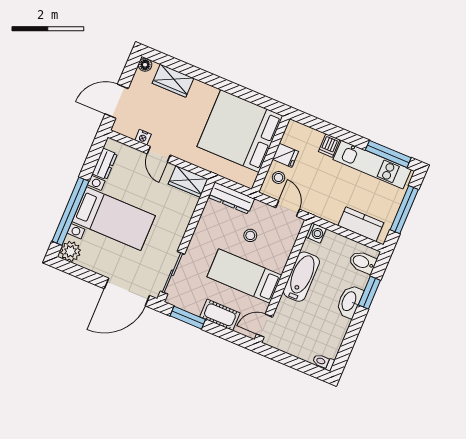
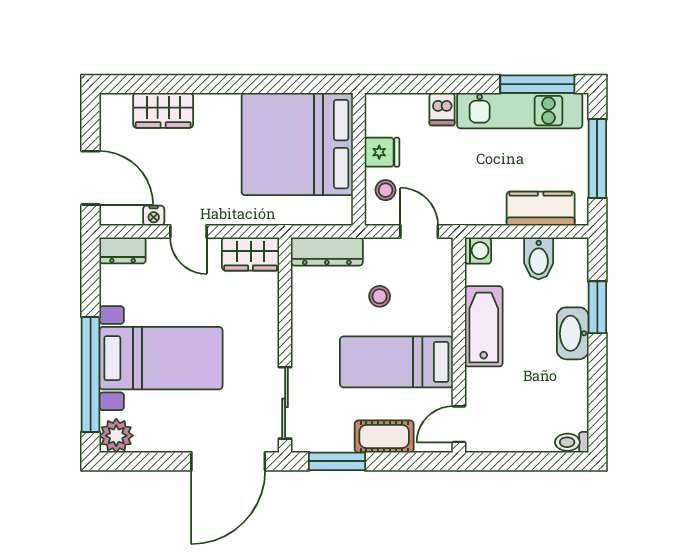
floor lamp: (145, 65) -> (110, 104), removed
door: (117, 101) -> (91, 178), swing flipped
dresser: (105, 164) -> (123, 250), moved, turned 90
bidet: (363, 262) -> (539, 258), moved, turned -90

